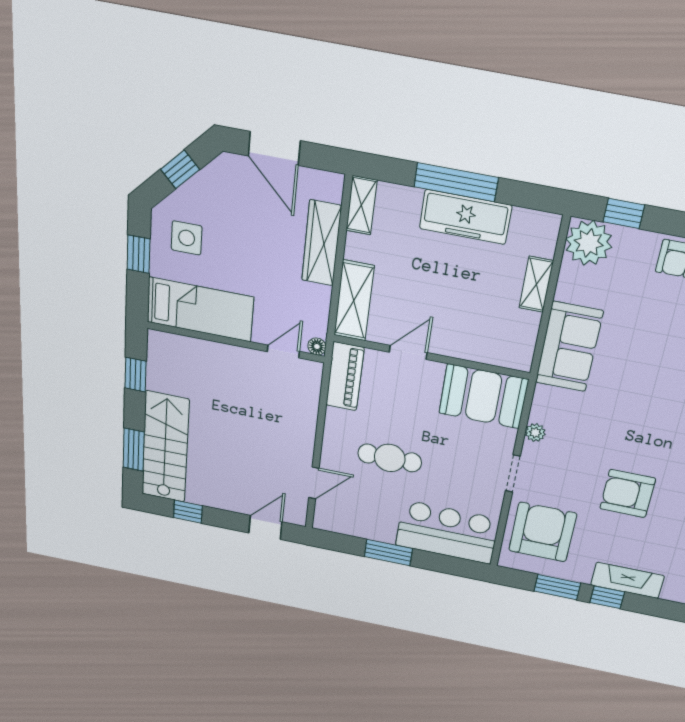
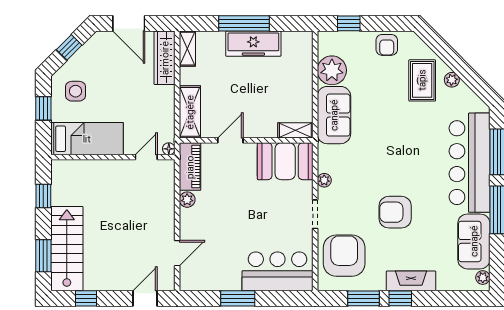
wardrobe: (321, 243) -> (165, 58), moved
plant: (589, 243) -> (332, 70), moved
shelving: (536, 284) -> (295, 130), moved, turned 90
plant: (335, 419) -> (187, 200), added
cafe table: (390, 458) -> (229, 221), removed

